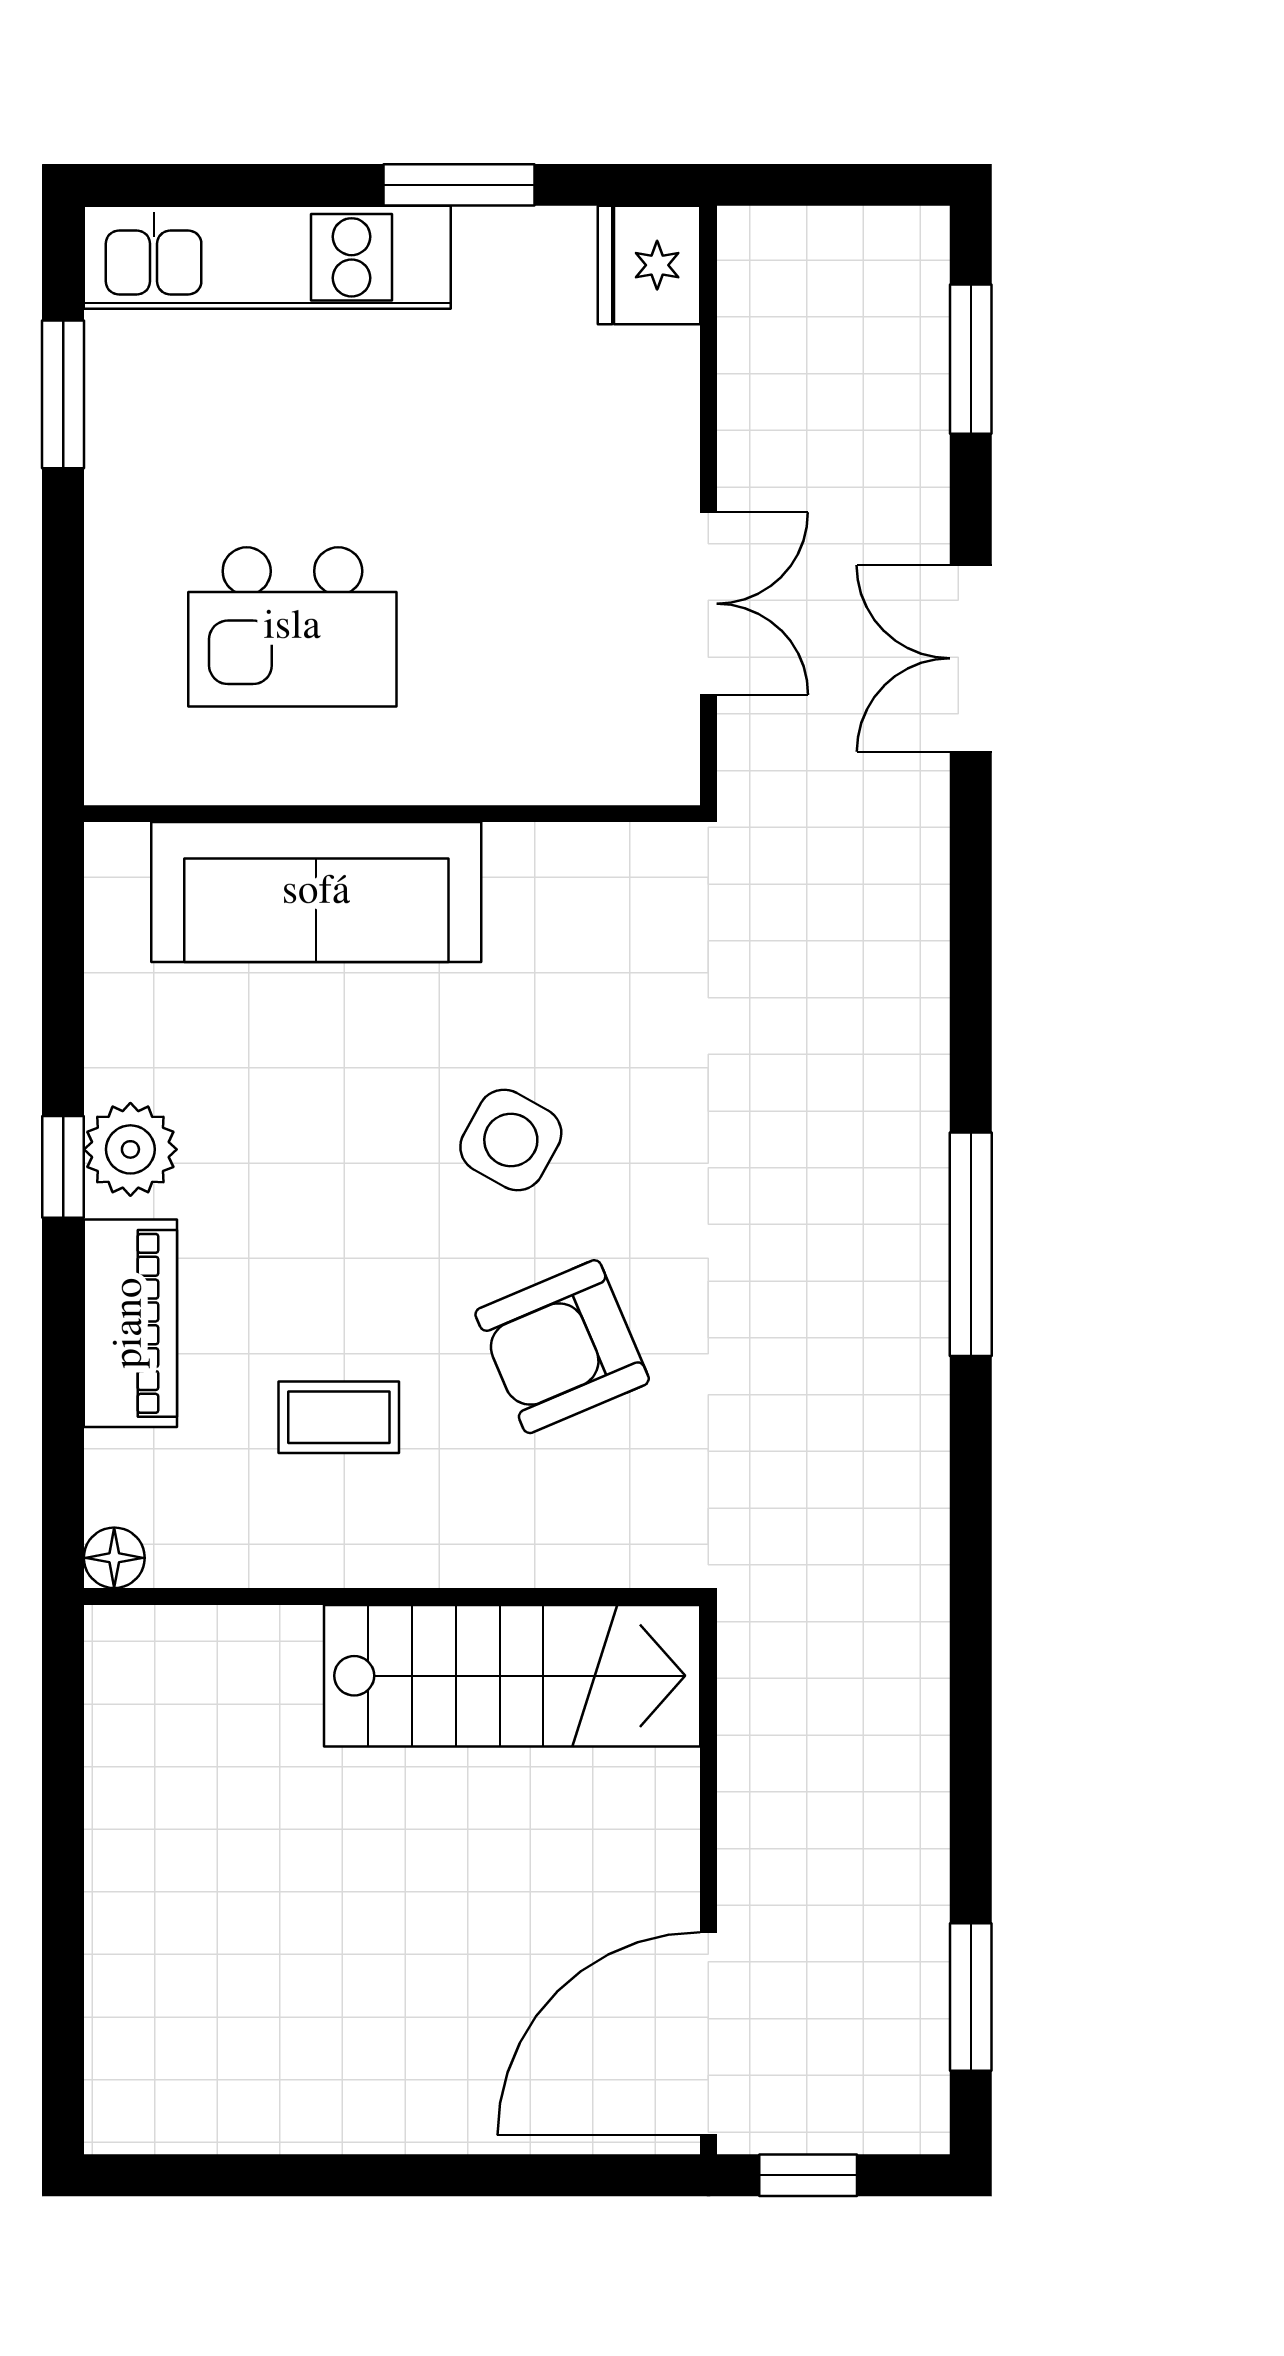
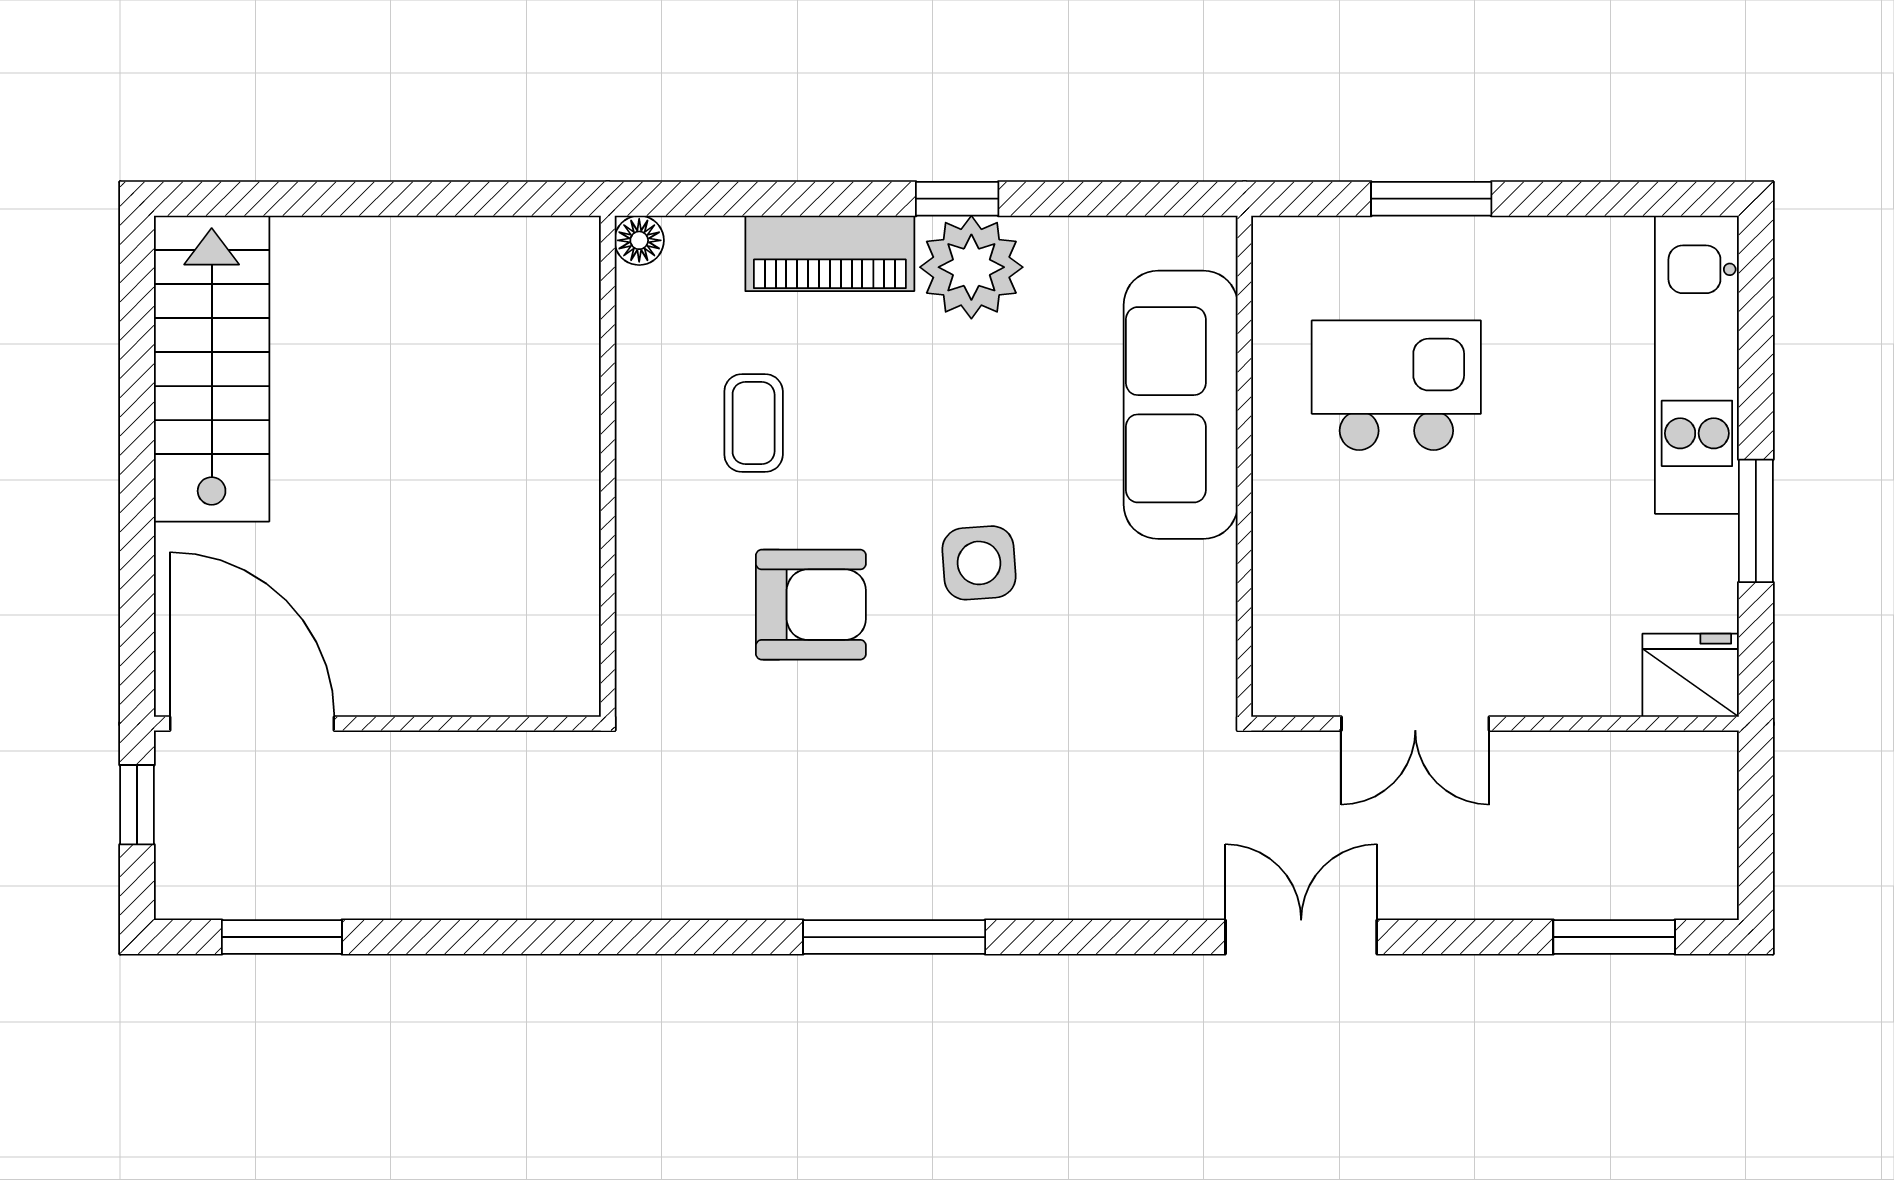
window: (63, 394) -> (1431, 199), moved
kitchen island: (292, 627) -> (1396, 385), turned 90
double door: (971, 658) -> (1301, 937), moved
side table: (511, 1140) -> (979, 563), turned -33
plant: (130, 1149) -> (971, 267), width x1.36, depth x1.36
armchair: (562, 1347) -> (811, 605), turned 113
stairs: (512, 1676) -> (212, 369), moved, turned 180

